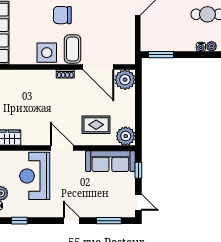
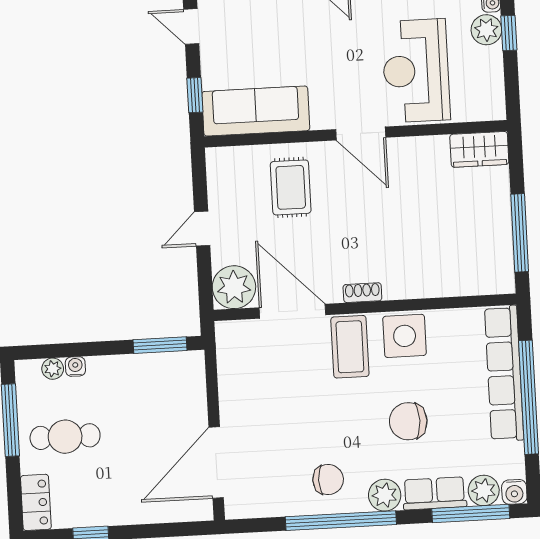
chair: (62, 15) -> (408, 421), moved, turned 180
door: (138, 108) -> (202, 229), added
rug: (96, 125) -> (291, 187), turned 90
plant: (126, 136) -> (226, 167), removed
reception desk: (35, 176) -> (416, 71), turned 180

